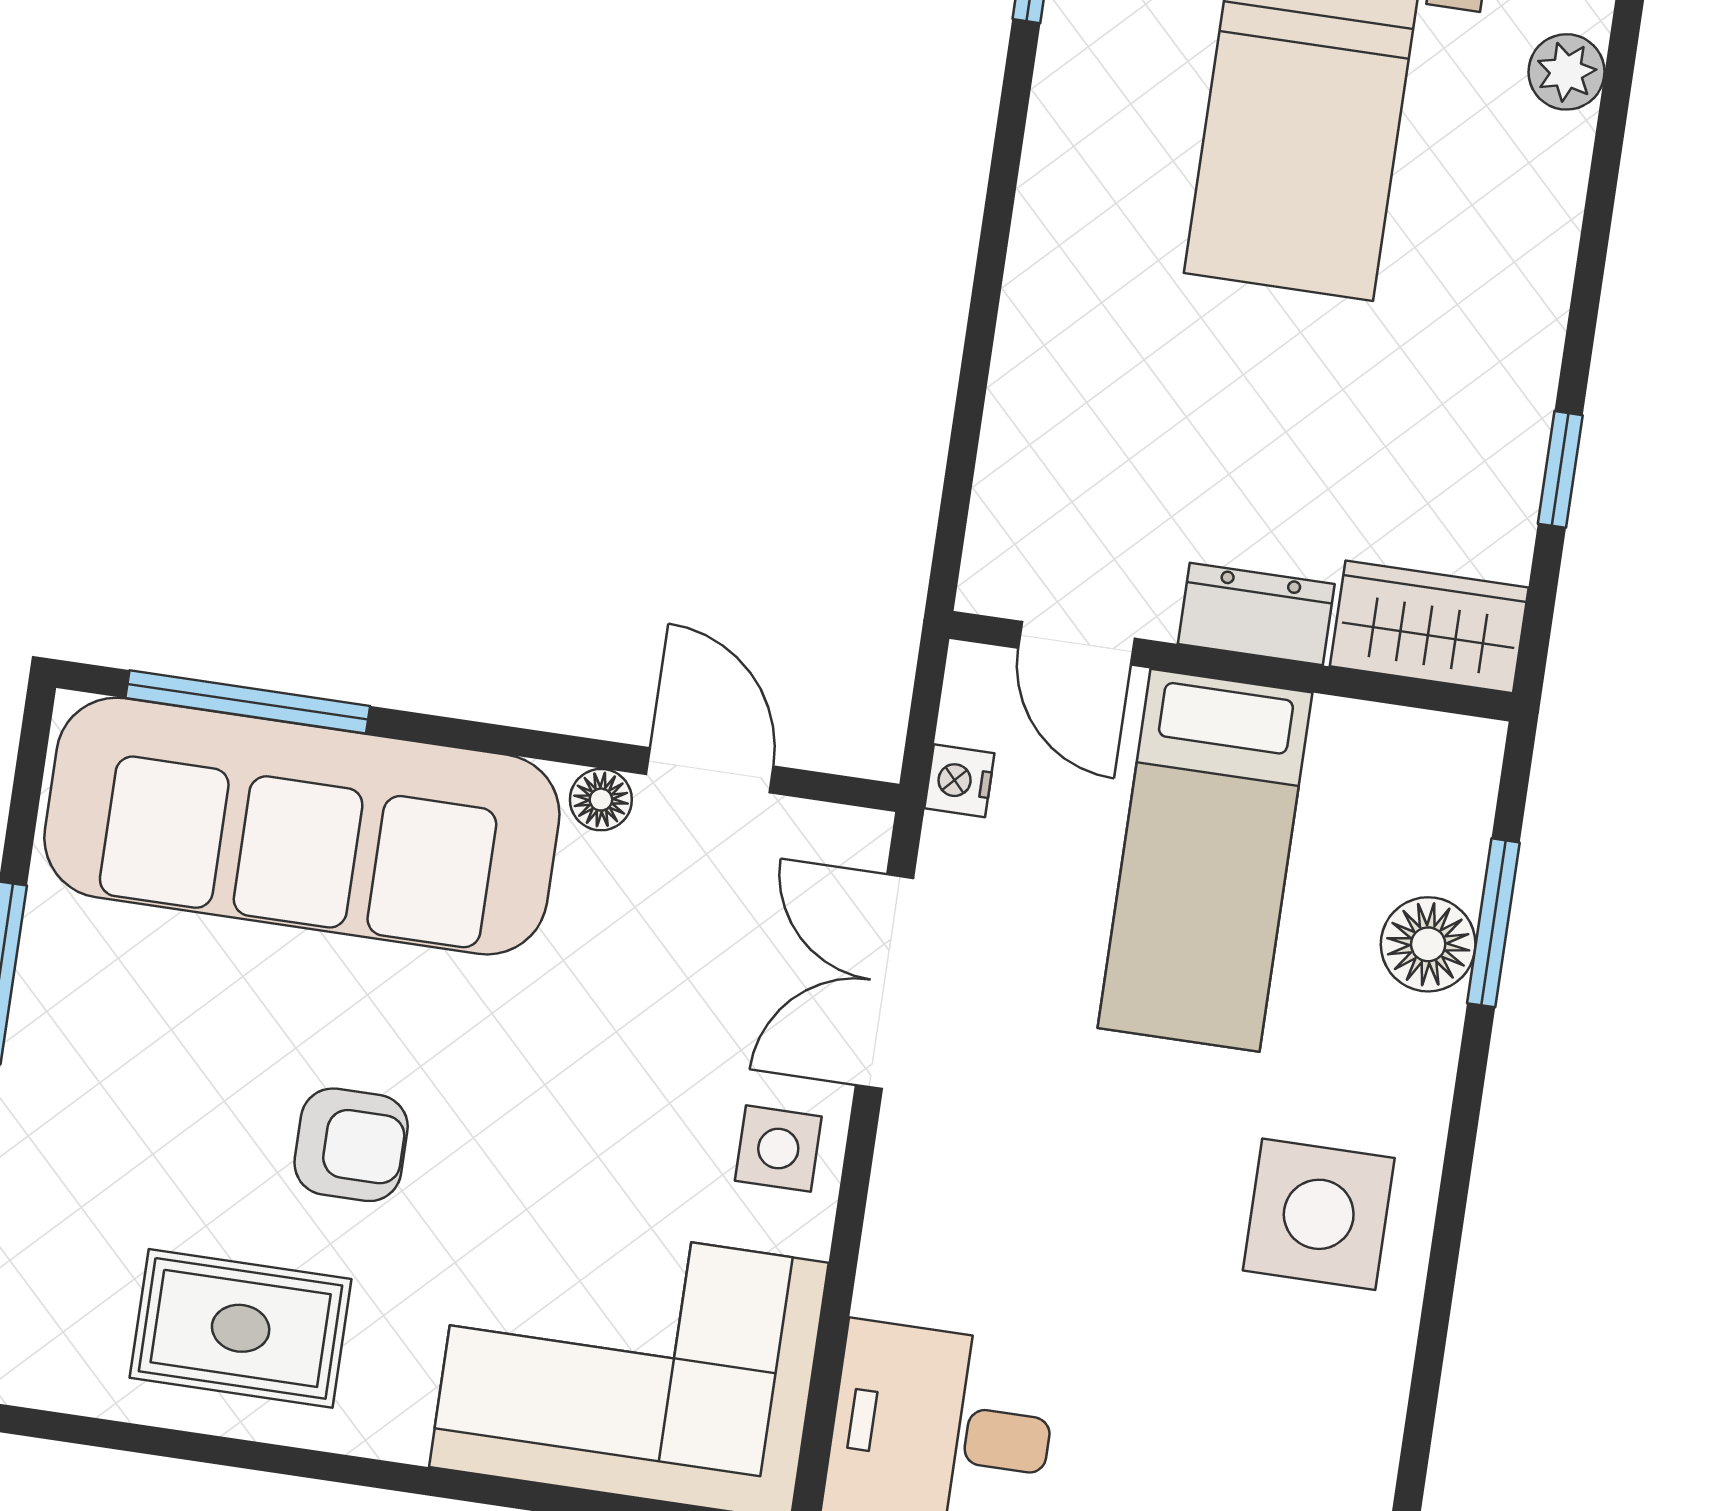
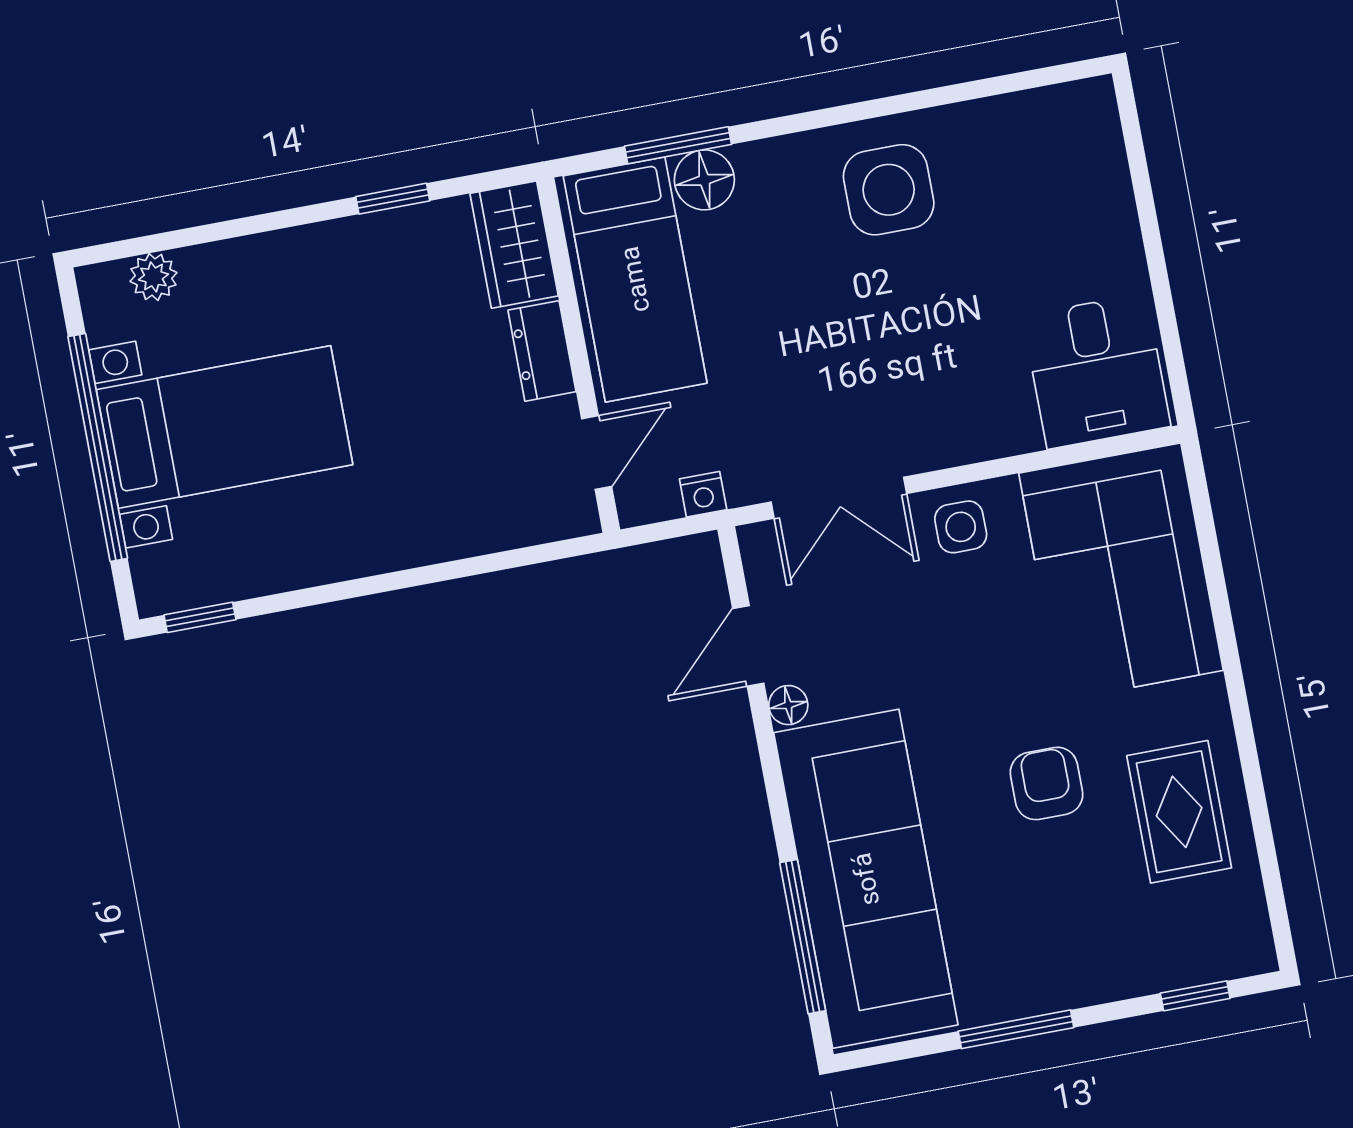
bed: (1205, 860) -> (635, 279), moved, turned 90

